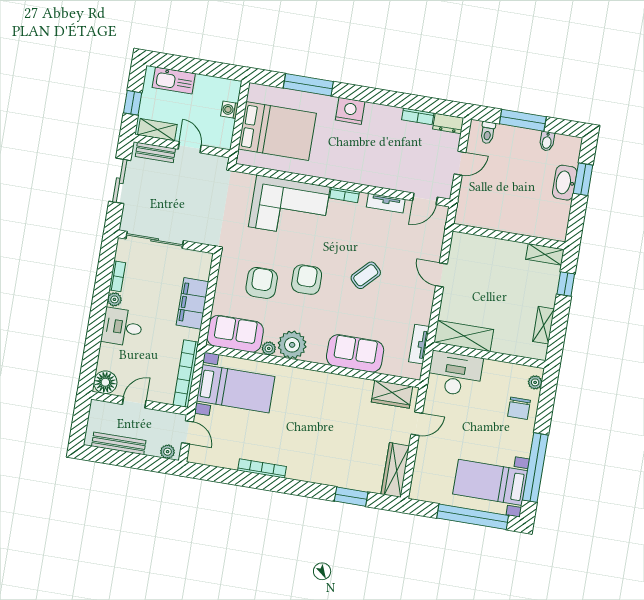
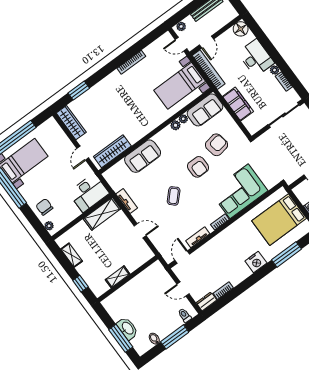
door: (460, 163) -> (183, 289), hinge flipped
window: (583, 179) -> (121, 338), width x1.44
shelving: (545, 254) -> (118, 277), moved
armchair: (262, 283) -> (216, 145), turned -100
desk: (122, 327) -> (256, 58), width x1.37
tv unit: (419, 344) -> (127, 201), moved
plant: (292, 345) -> (175, 125), width x0.53, depth x0.53
wardrobe: (392, 394) -> (112, 151), width x1.50
door: (134, 402) -> (207, 42), moved

